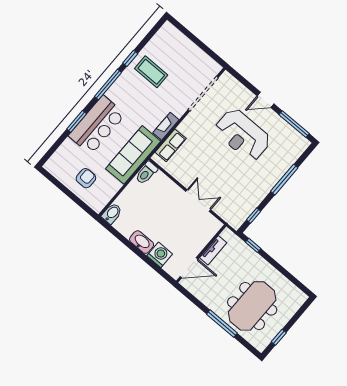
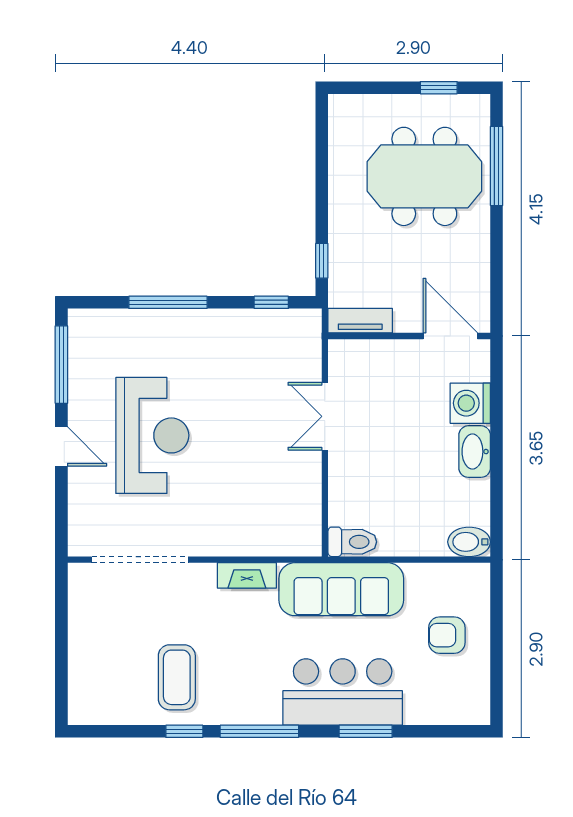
row of seats: (171, 145) -> (272, 540), removed
tv unit: (213, 250) -> (360, 321), moved
window: (222, 324) -> (497, 166), moved

